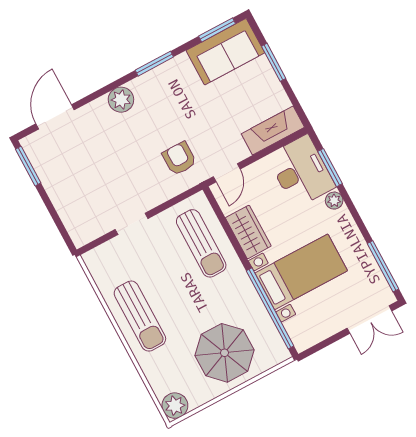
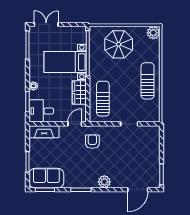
armchair: (179, 159) -> (92, 142), turned 180
desk: (301, 171) -> (41, 111), width x0.73

